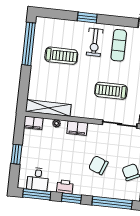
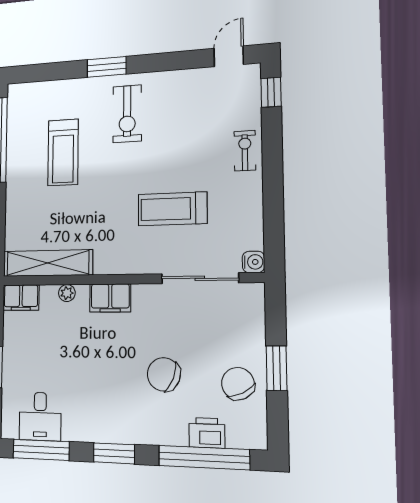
exercise mat: (119, 45) -> (178, 111), removed
treadmill: (61, 56) -> (63, 152), turned 90
printer: (65, 187) -> (207, 433), moved

